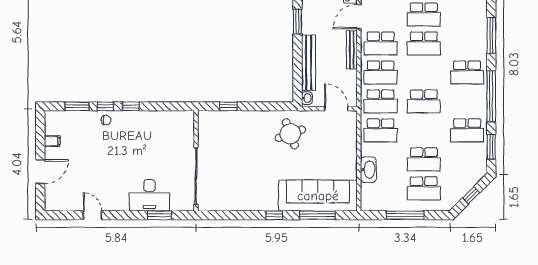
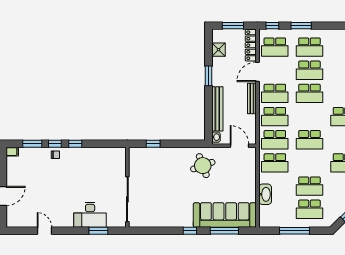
filing cabinet: (52, 141) -> (12, 152), moved

